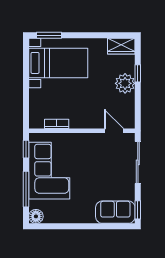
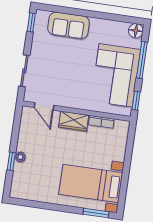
wardrobe: (121, 46) -> (74, 121), moved, turned 180
plant: (125, 83) -> (20, 157), width x0.53, depth x0.53
sliding door: (138, 162) -> (24, 71), width x0.73
sofa: (115, 212) -> (68, 25), moved

